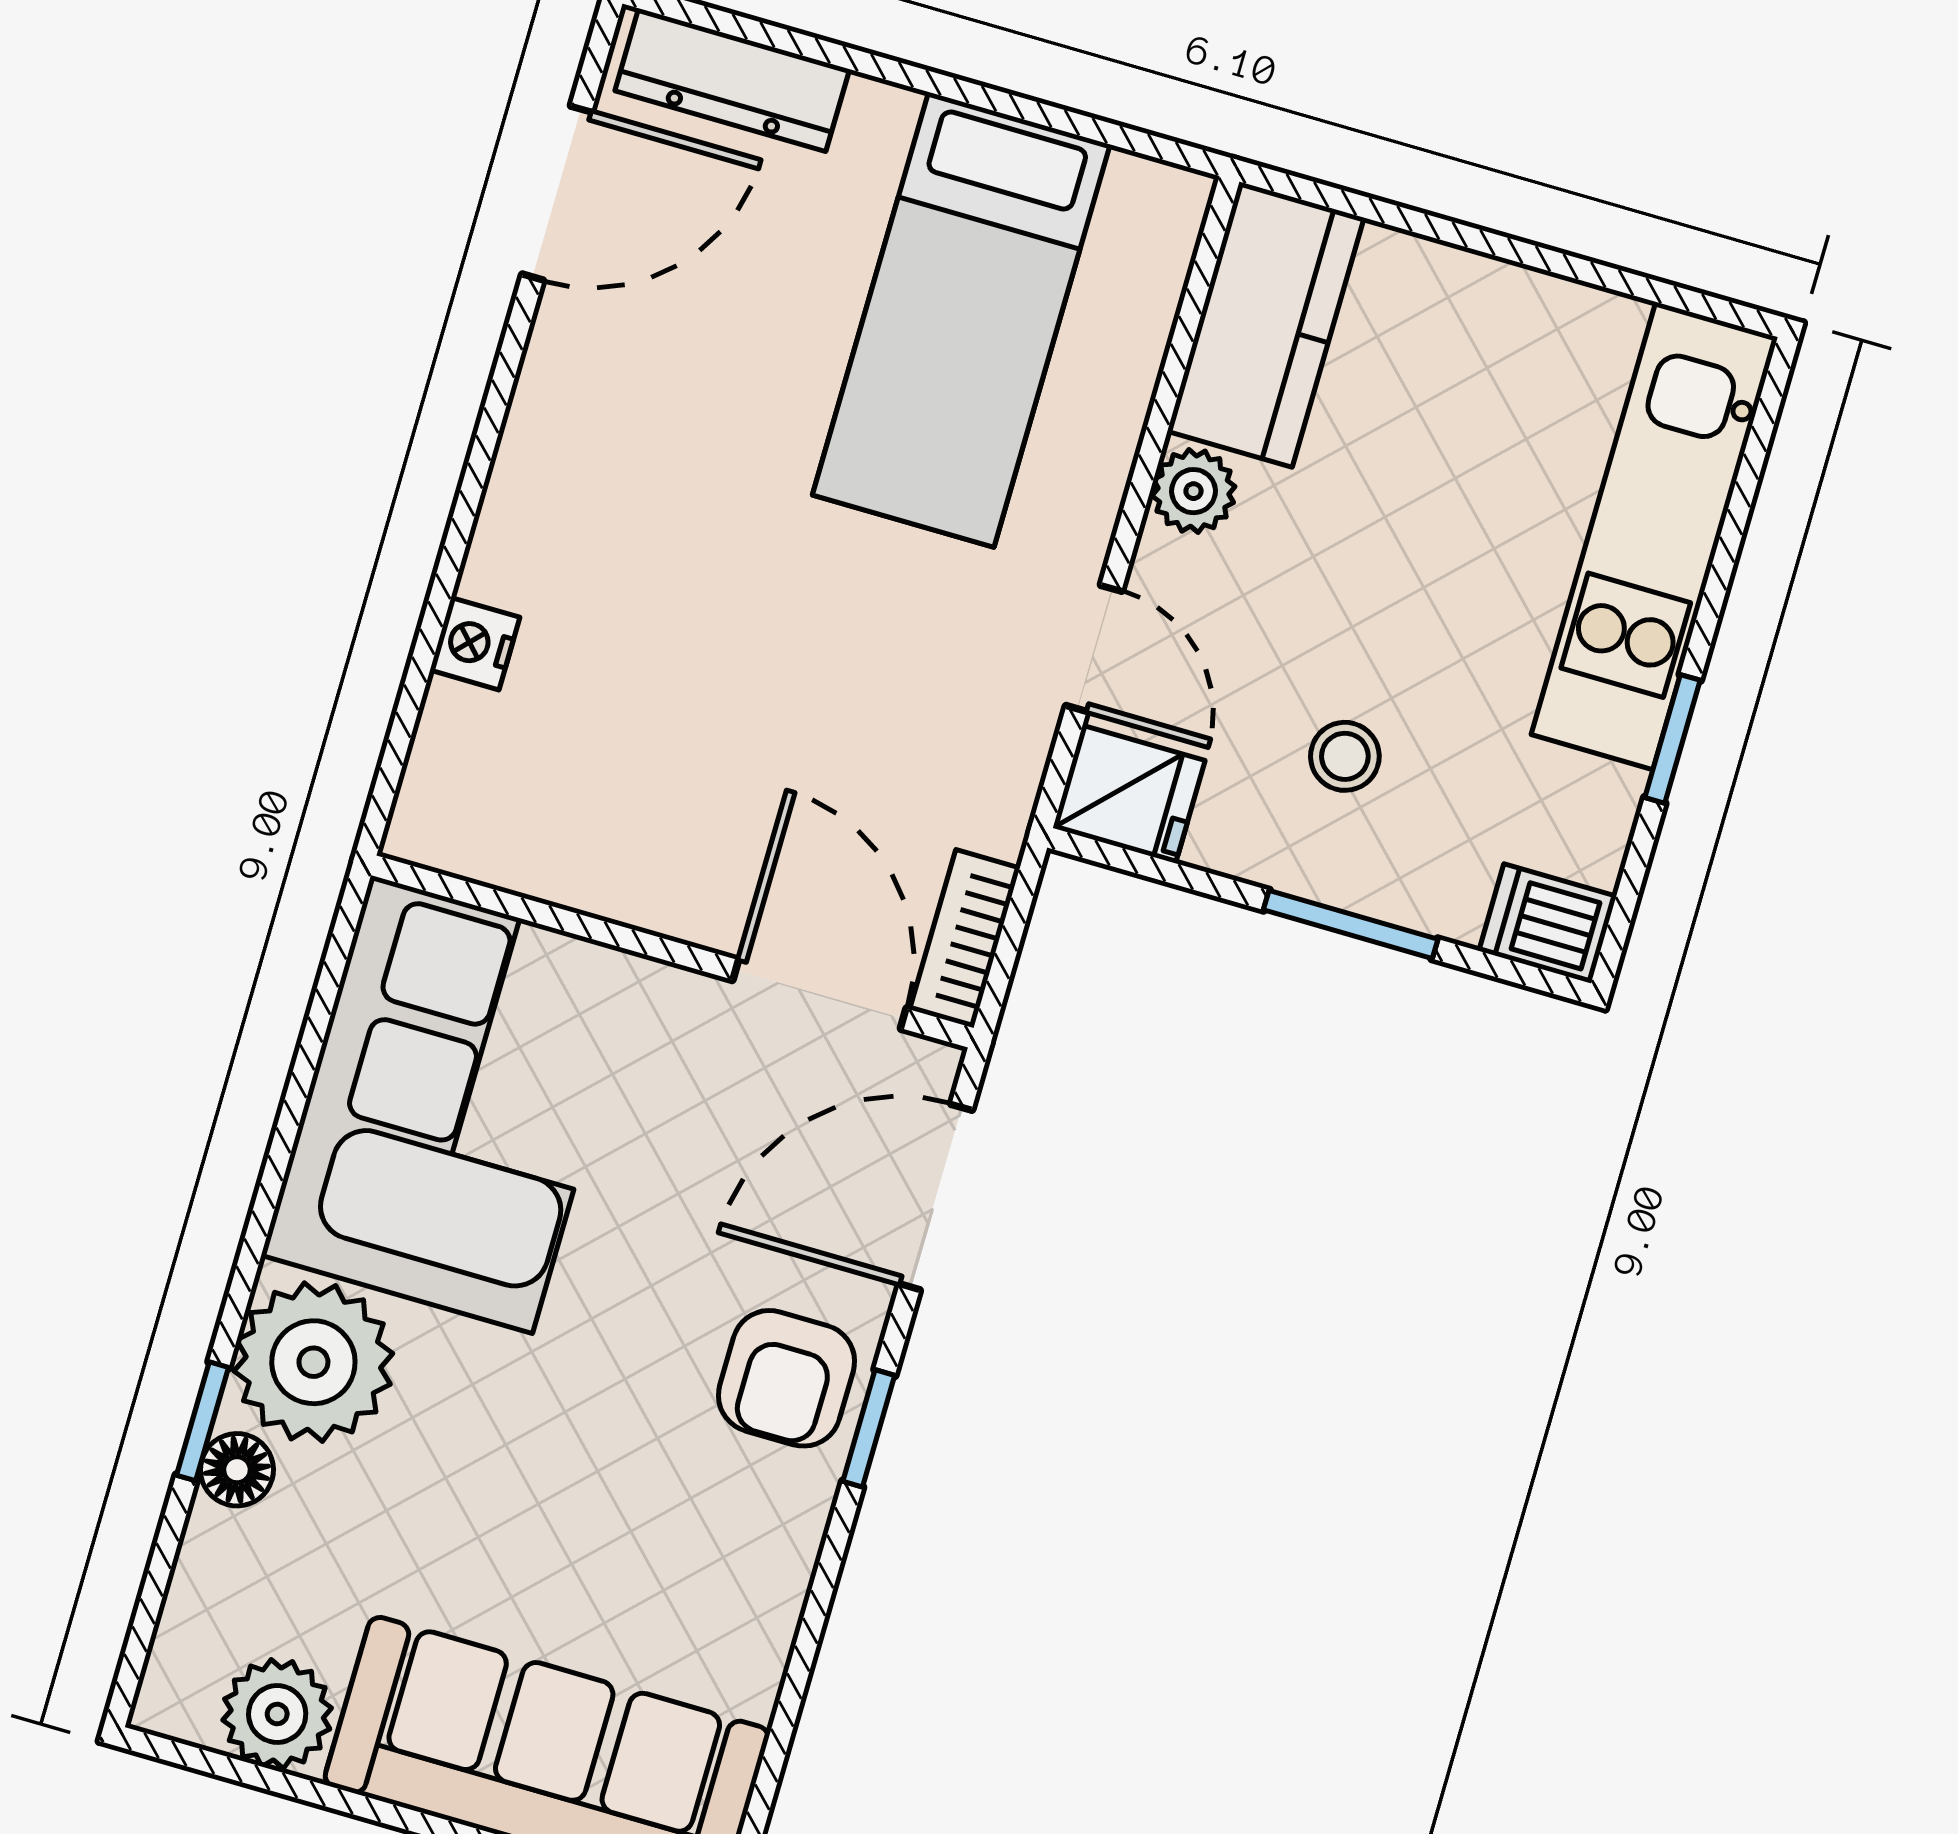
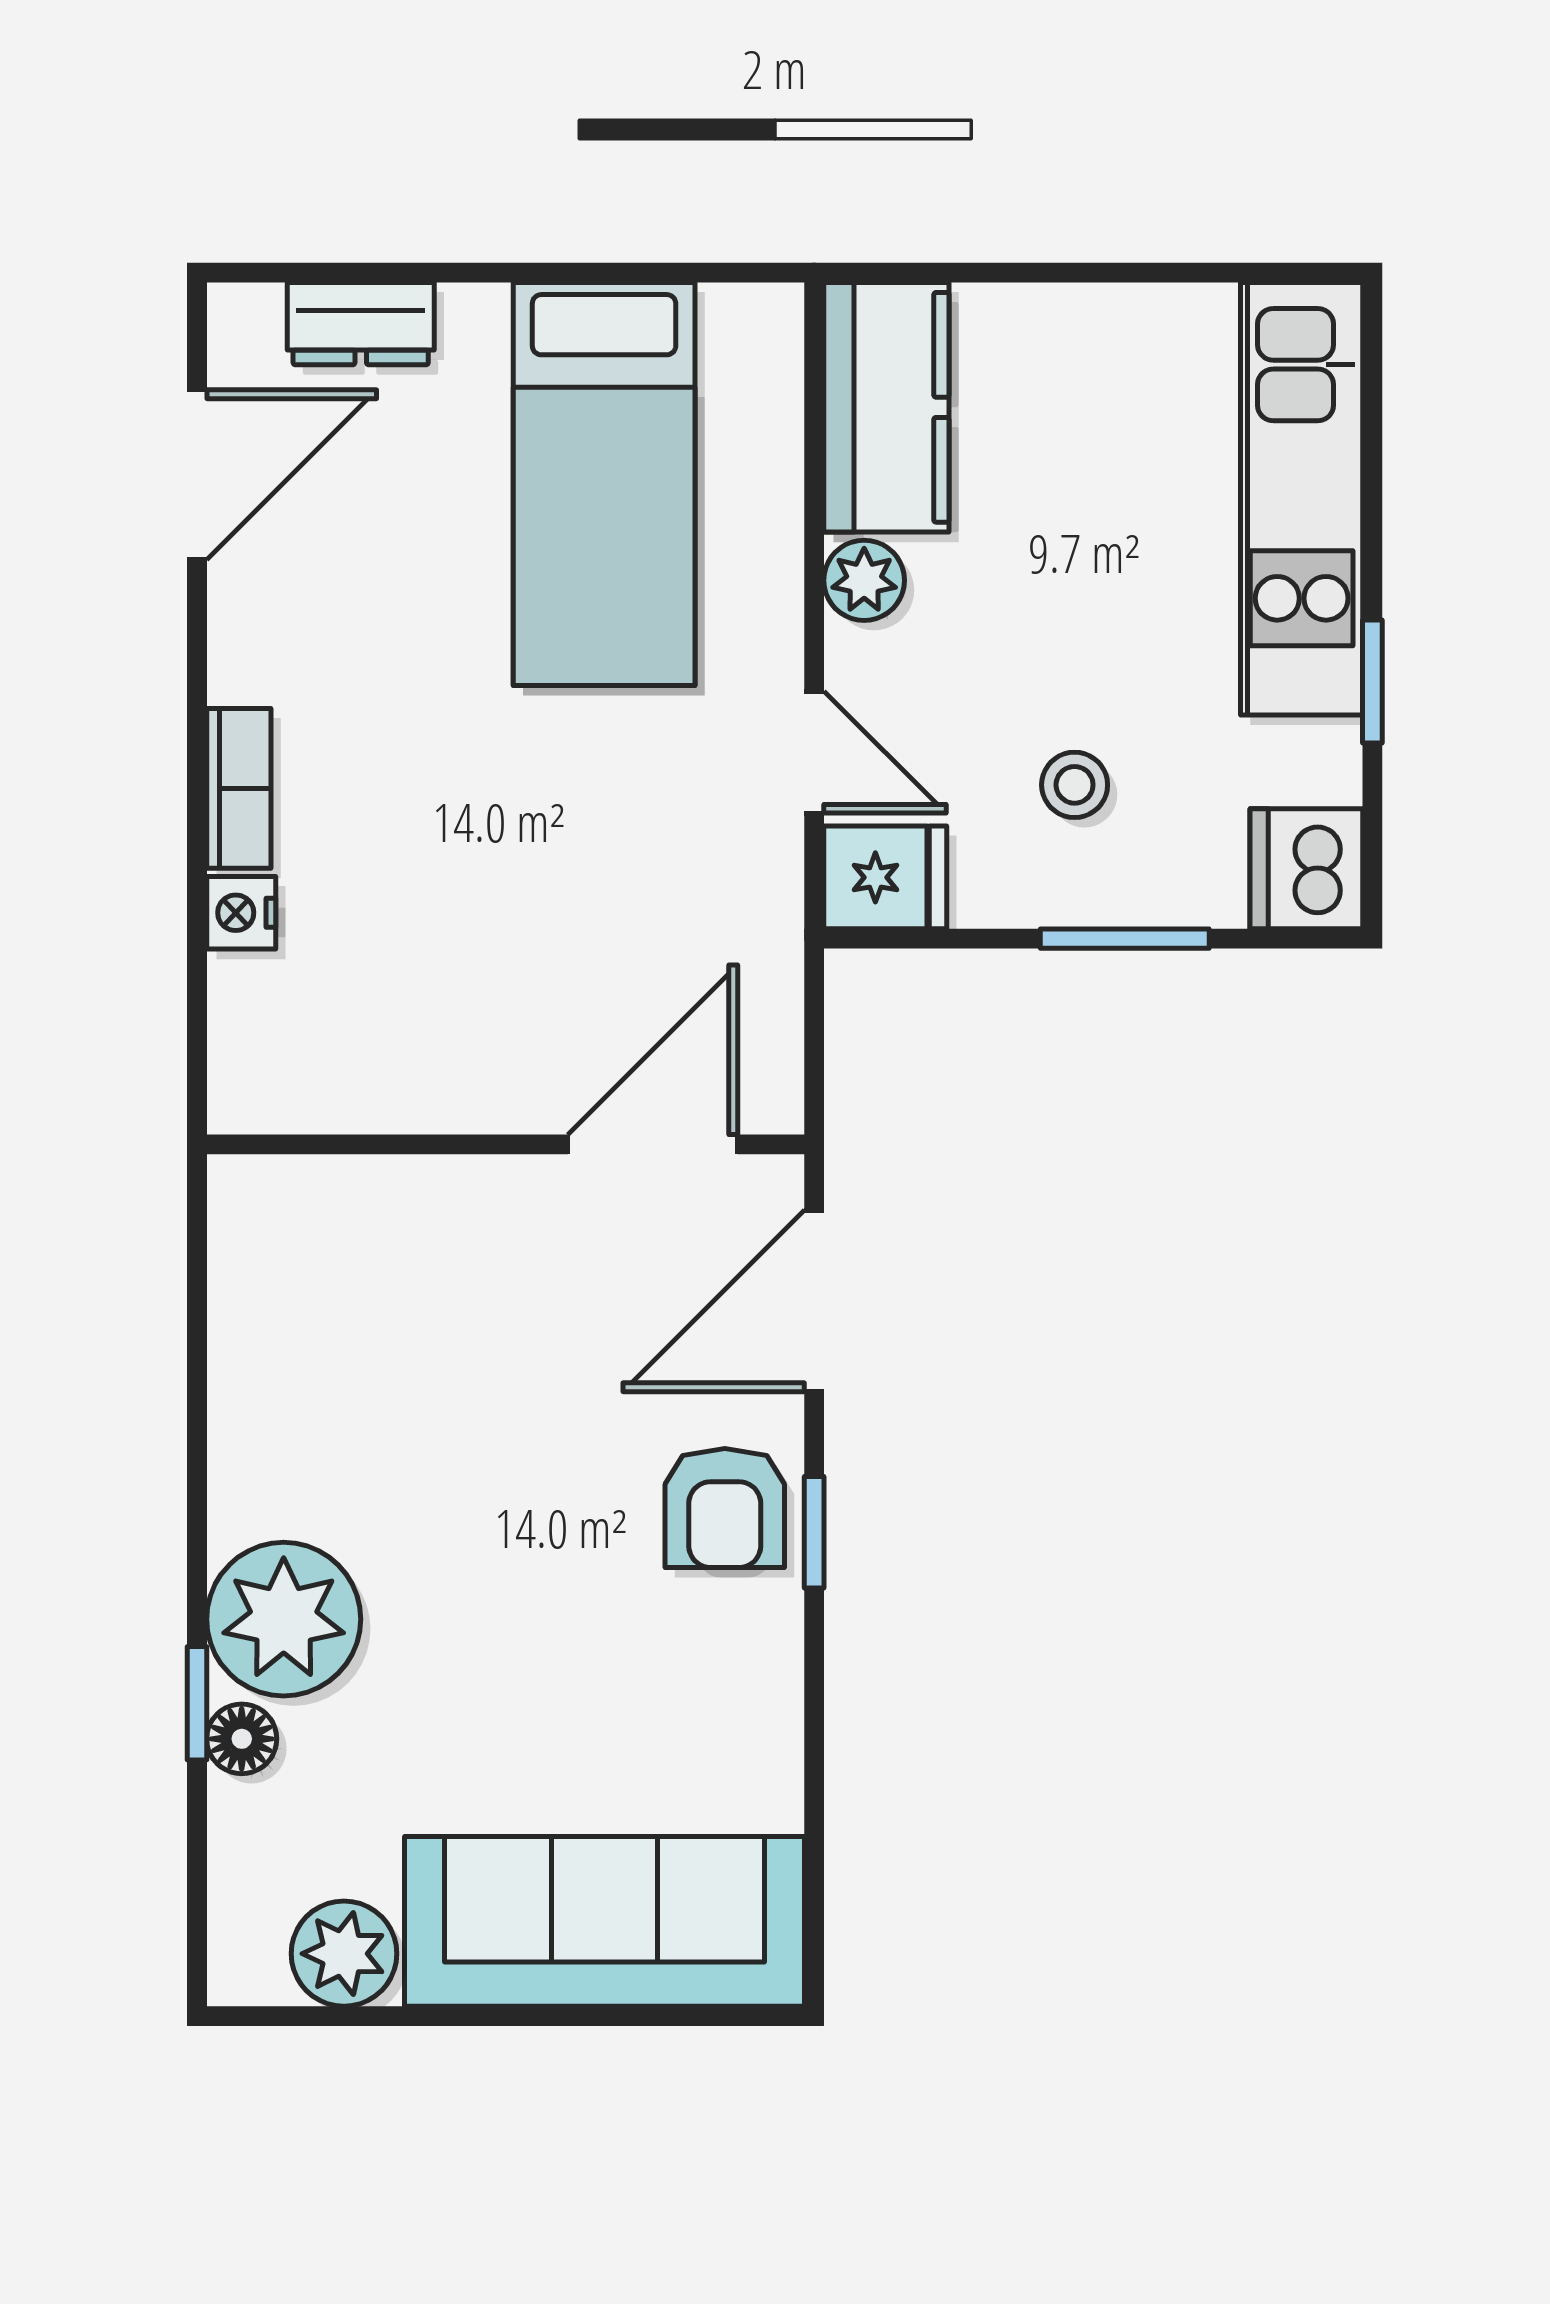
dresser: (732, 80) -> (361, 324), width x0.70
dishwasher: (1548, 924) -> (1306, 869), width x1.38
bookcase: (965, 939) -> (239, 788), moved, turned 180
door: (819, 994) -> (653, 1144), hinge flipped
corner sofa: (451, 1104) -> (342, 1344), removed

